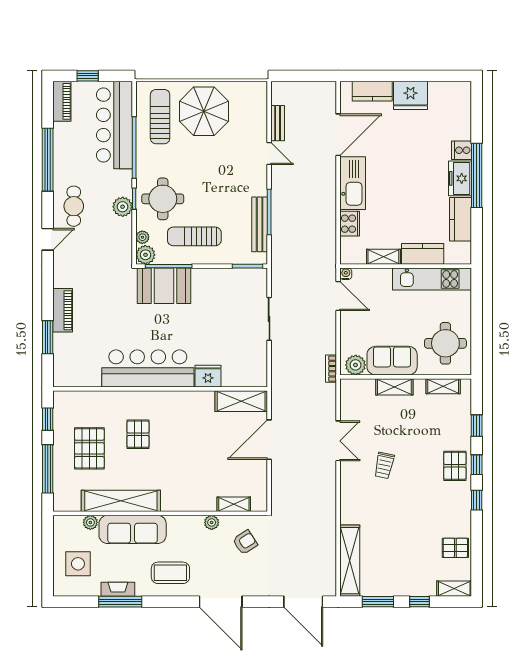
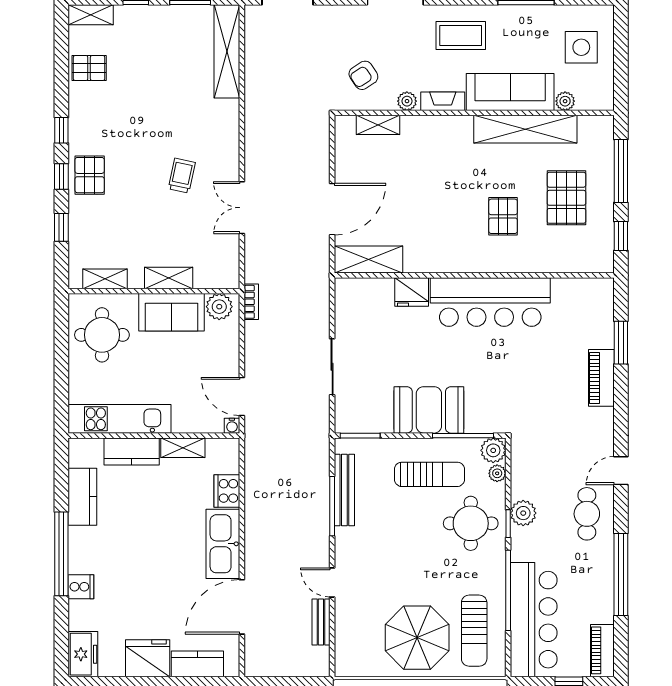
freezer: (460, 178) -> (83, 654), moved
booth: (164, 286) -> (429, 410), moved
fireplace: (118, 589) -> (443, 101), moved, turned 180

